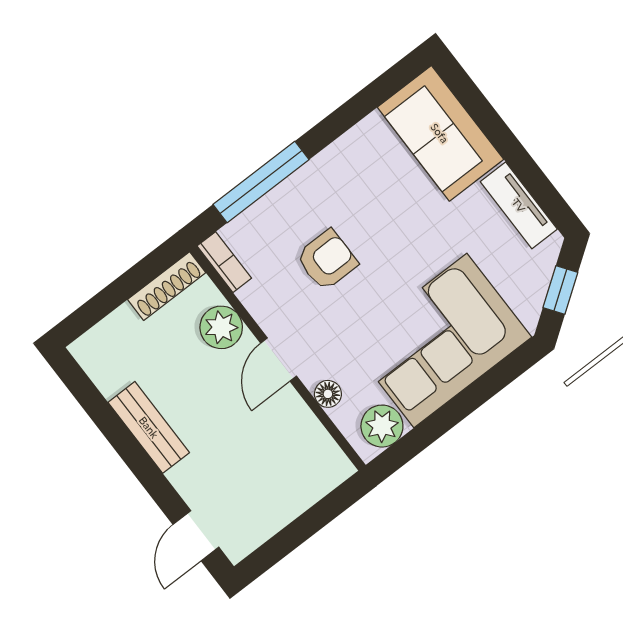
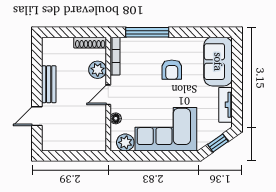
armchair: (327, 260) -> (172, 70), moved, turned 90
bookcase: (224, 262) -> (115, 56), width x1.56
door: (196, 536) -> (37, 116), moved

